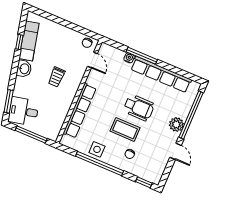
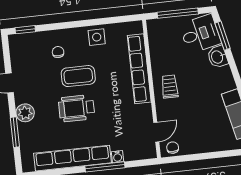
door: (92, 60) -> (156, 132), swing flipped
washbasin: (24, 69) -> (218, 57), moved
trolley: (56, 77) -> (170, 87), moved
window: (191, 115) -> (15, 132), width x0.47
window: (100, 164) -> (85, 23), removed

